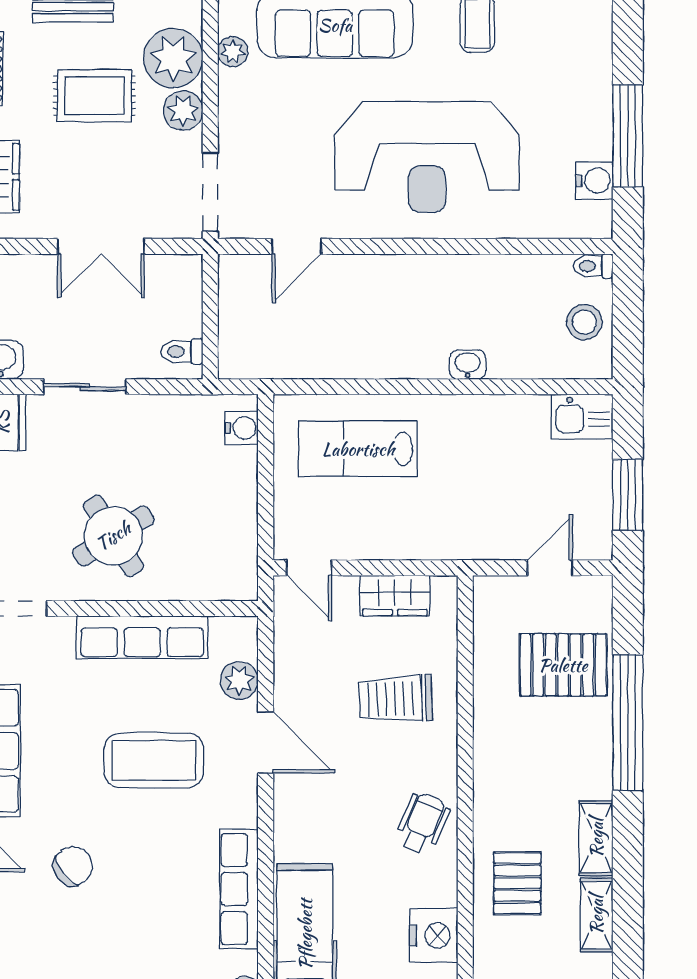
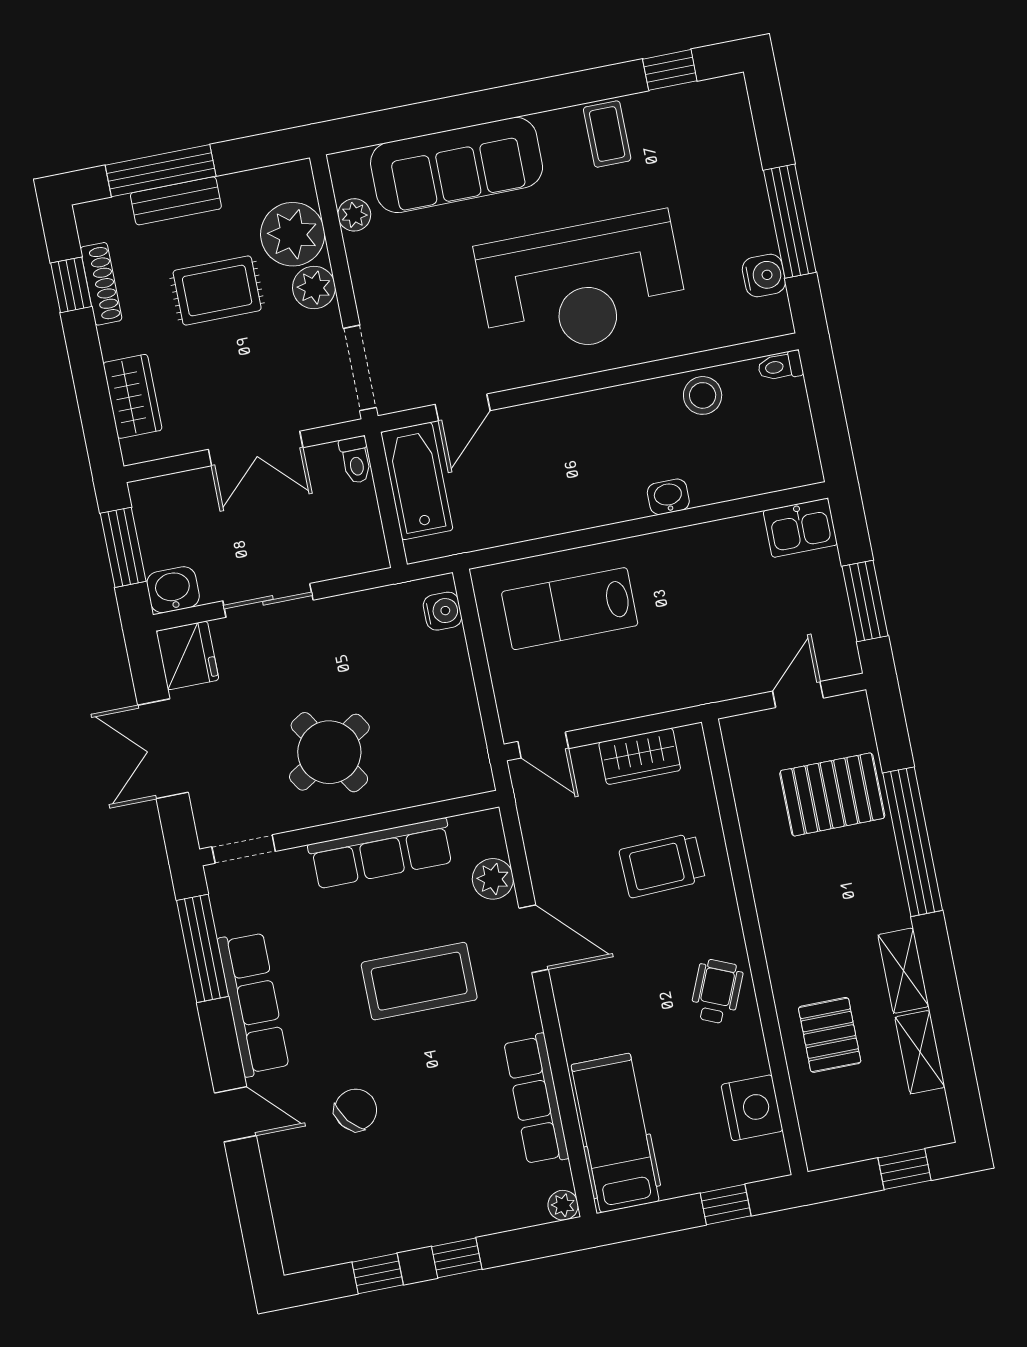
bathtub: (242, 305) -> (417, 481), added
stool: (584, 322) -> (703, 395), moved
toilet: (182, 352) -> (356, 460), moved, turned -90

